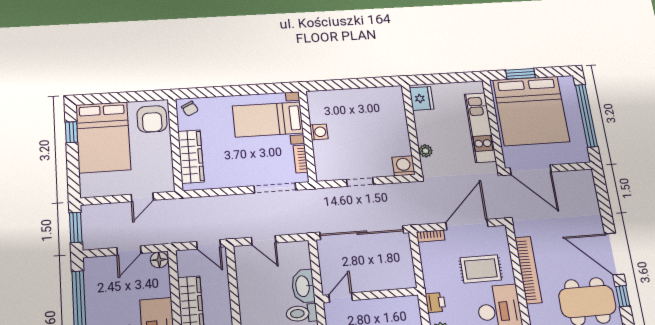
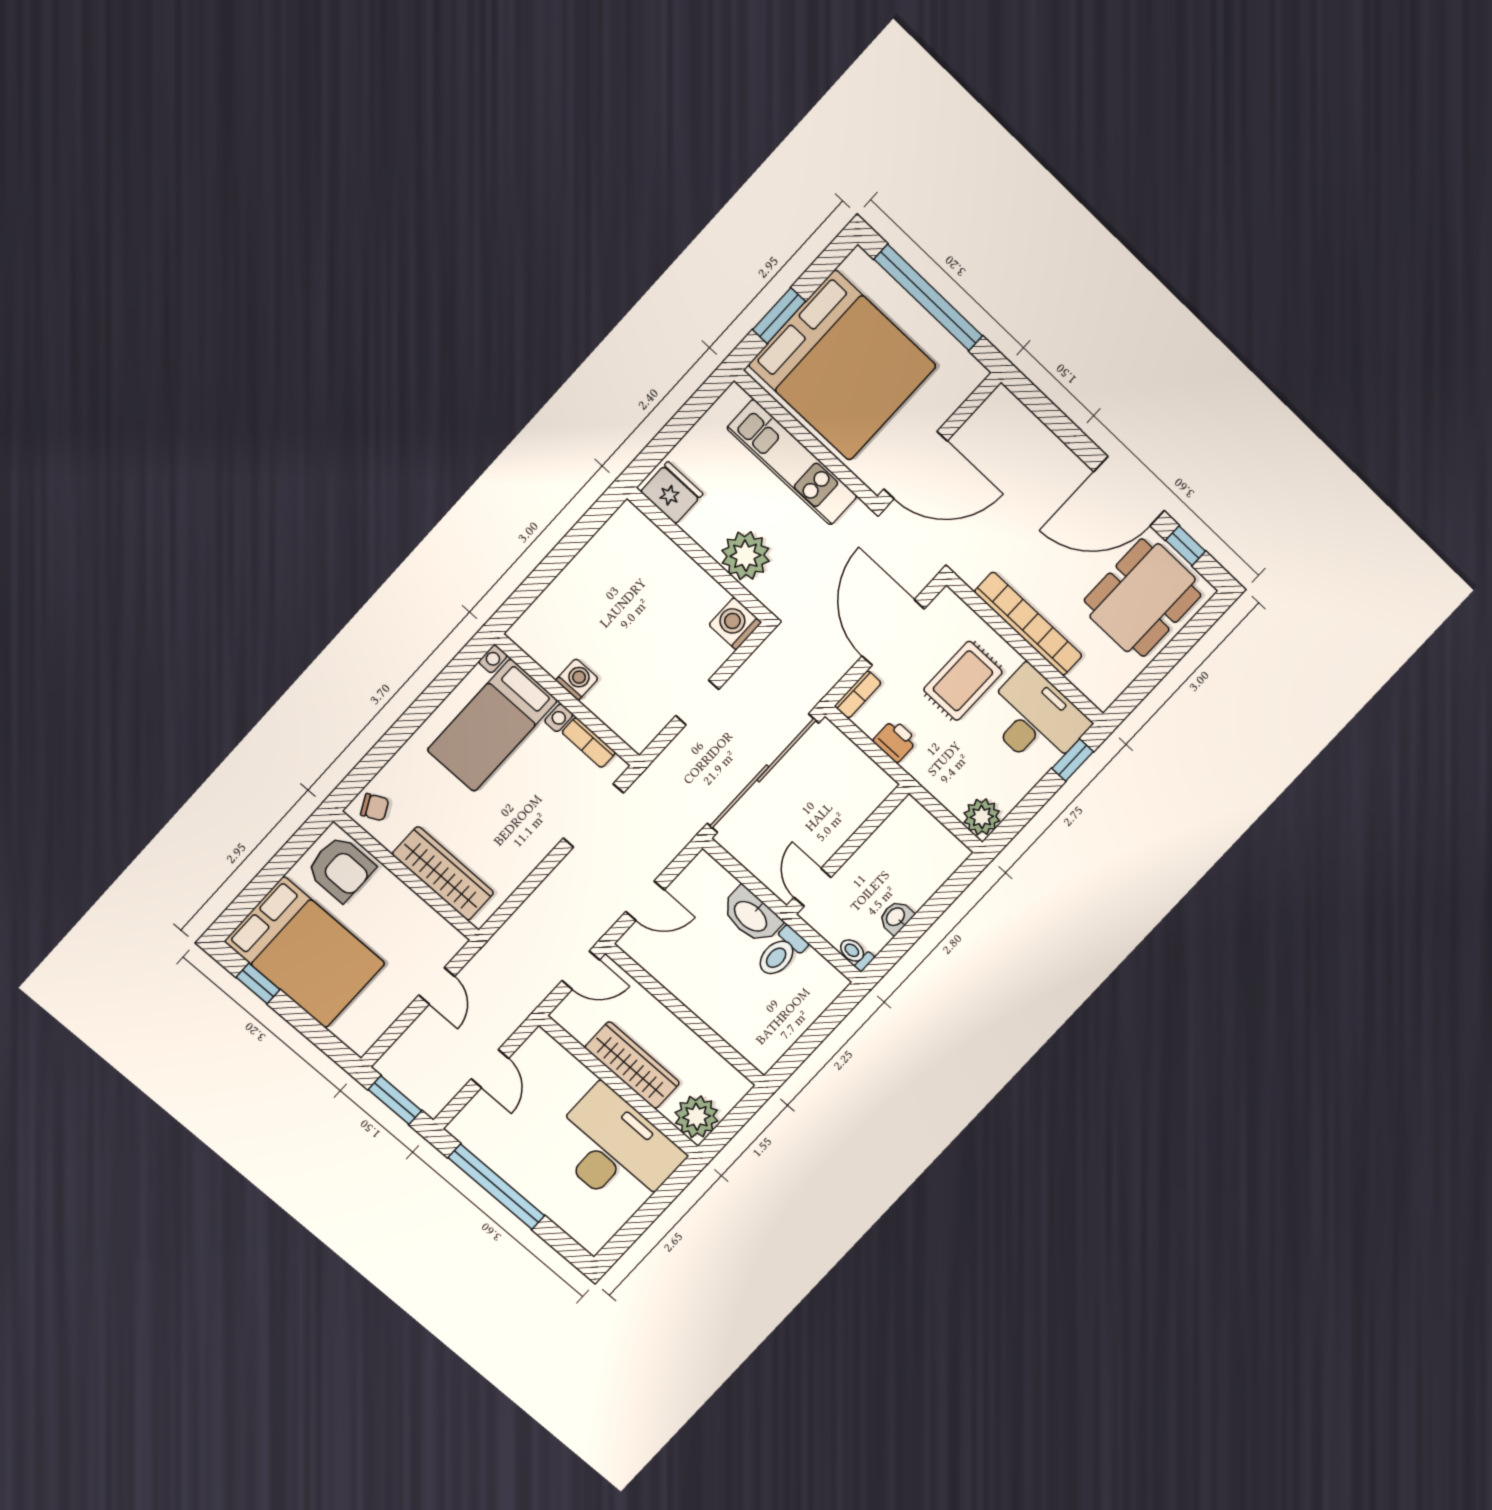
plant: (425, 151) -> (745, 556), width x1.88, depth x1.88
floor lamp: (159, 260) -> (539, 1046), removed
printer: (435, 303) -> (895, 741), moved

